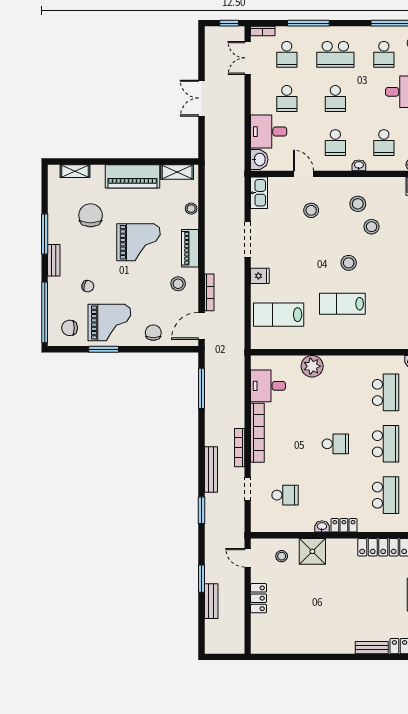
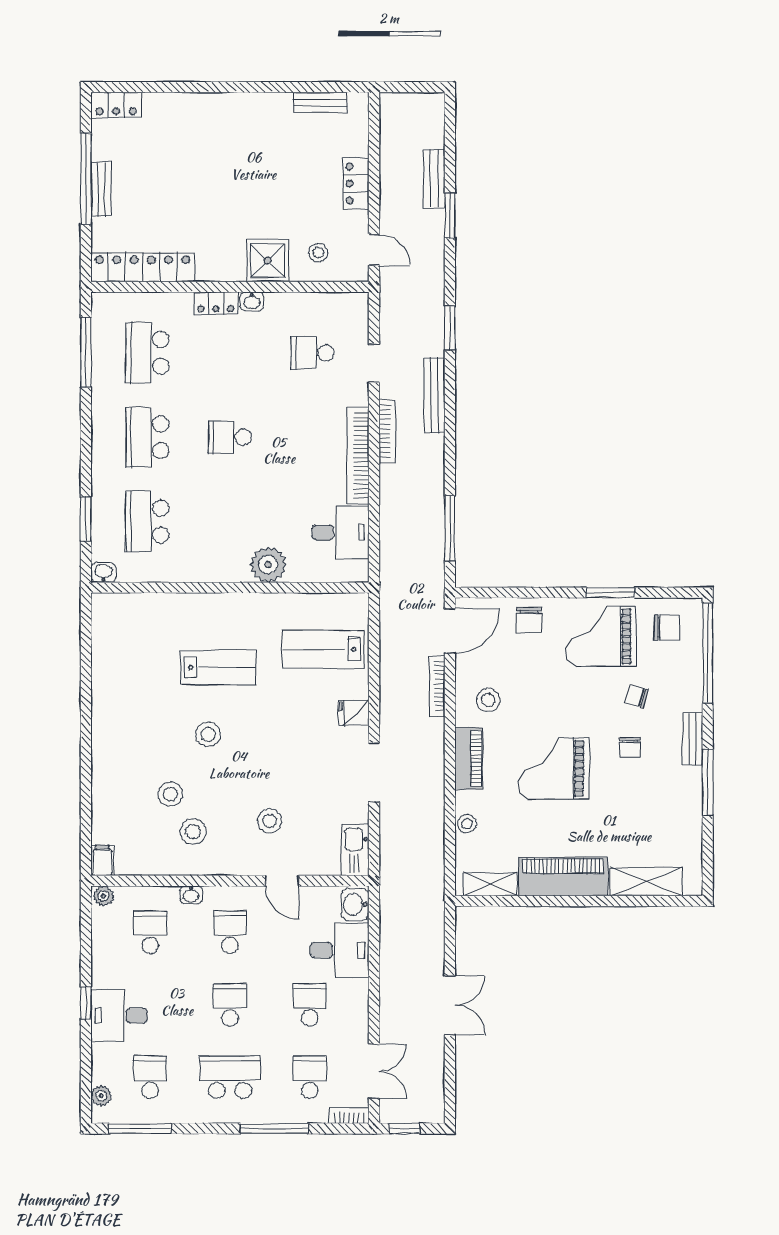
shelving: (75, 171) -> (646, 882), width x1.50, depth x1.33
chair: (91, 215) -> (630, 747), moved, width x0.54, depth x0.54
lab bench: (279, 315) -> (323, 649), turned 180
bench: (372, 648) -> (320, 102), moved

